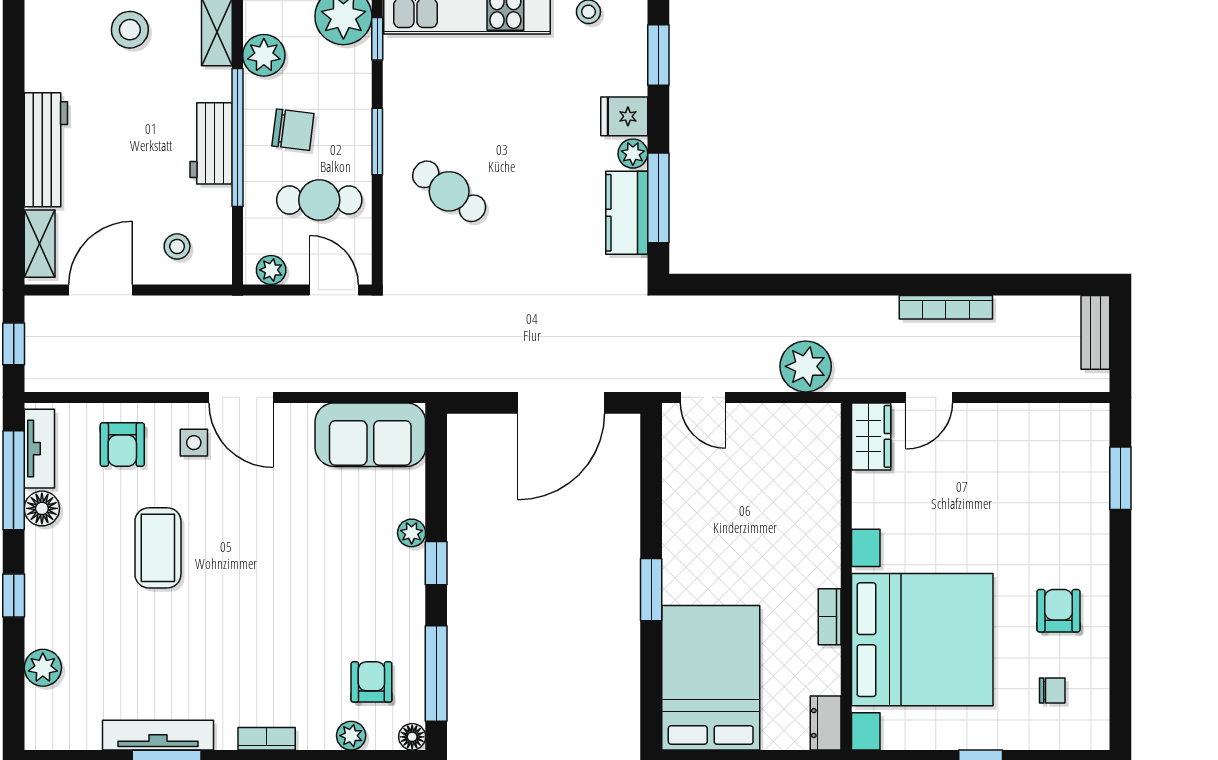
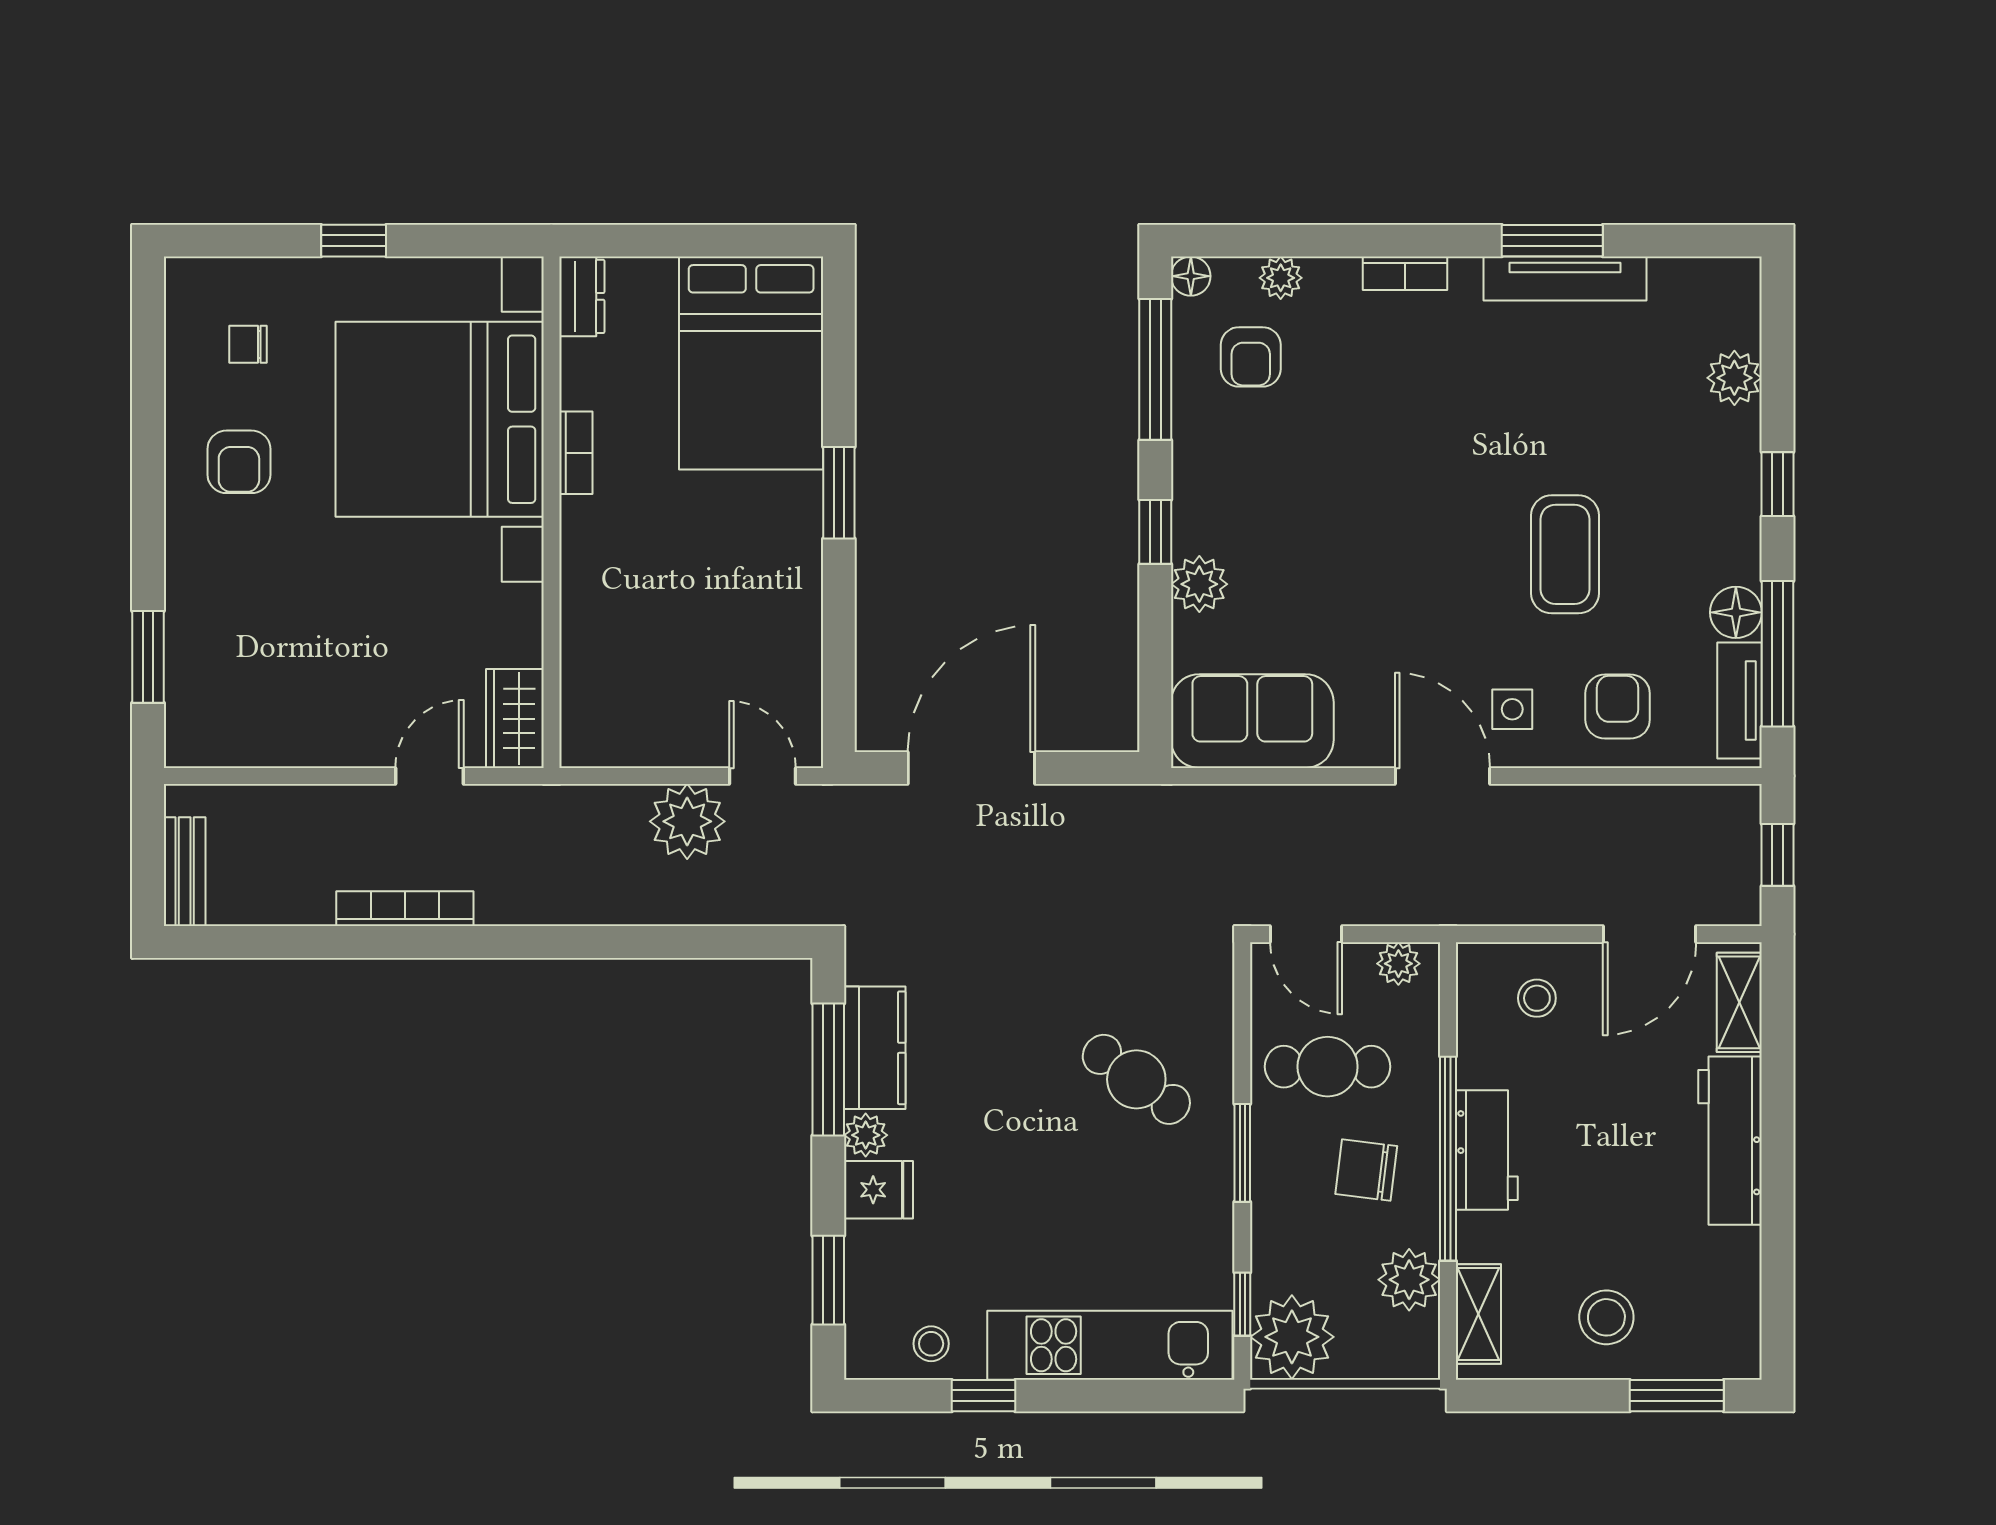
plant: (806, 366) -> (687, 821), moved
plant: (412, 533) -> (1199, 584), width x1.38, depth x1.38

